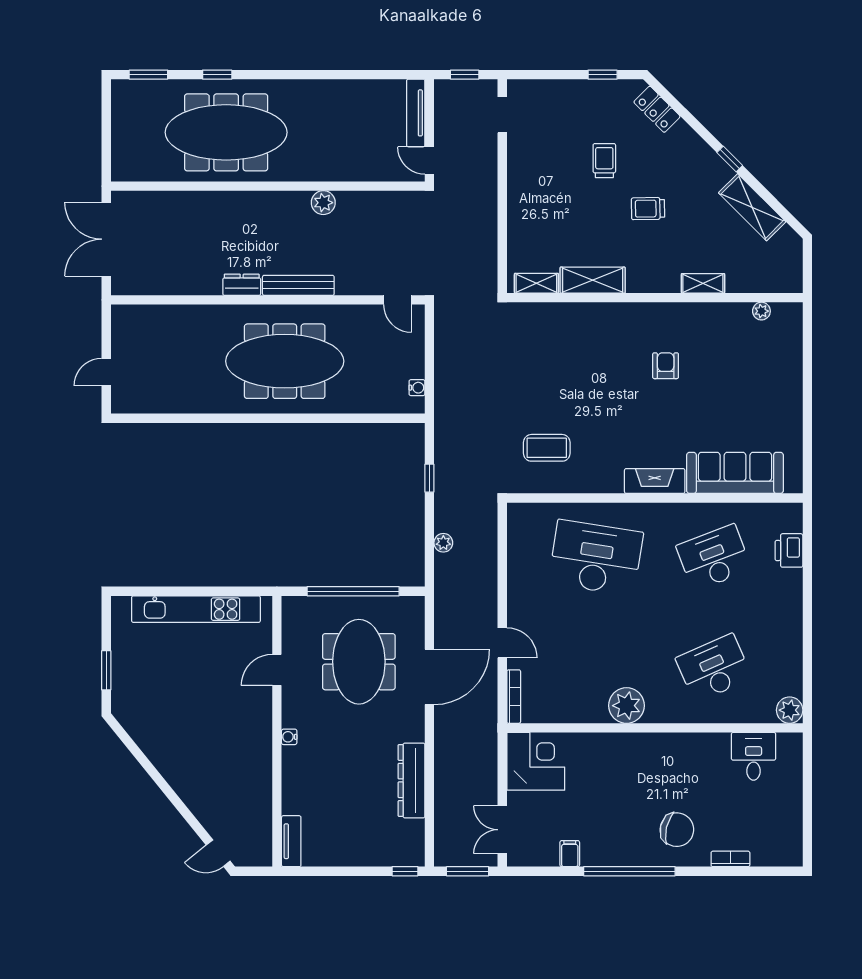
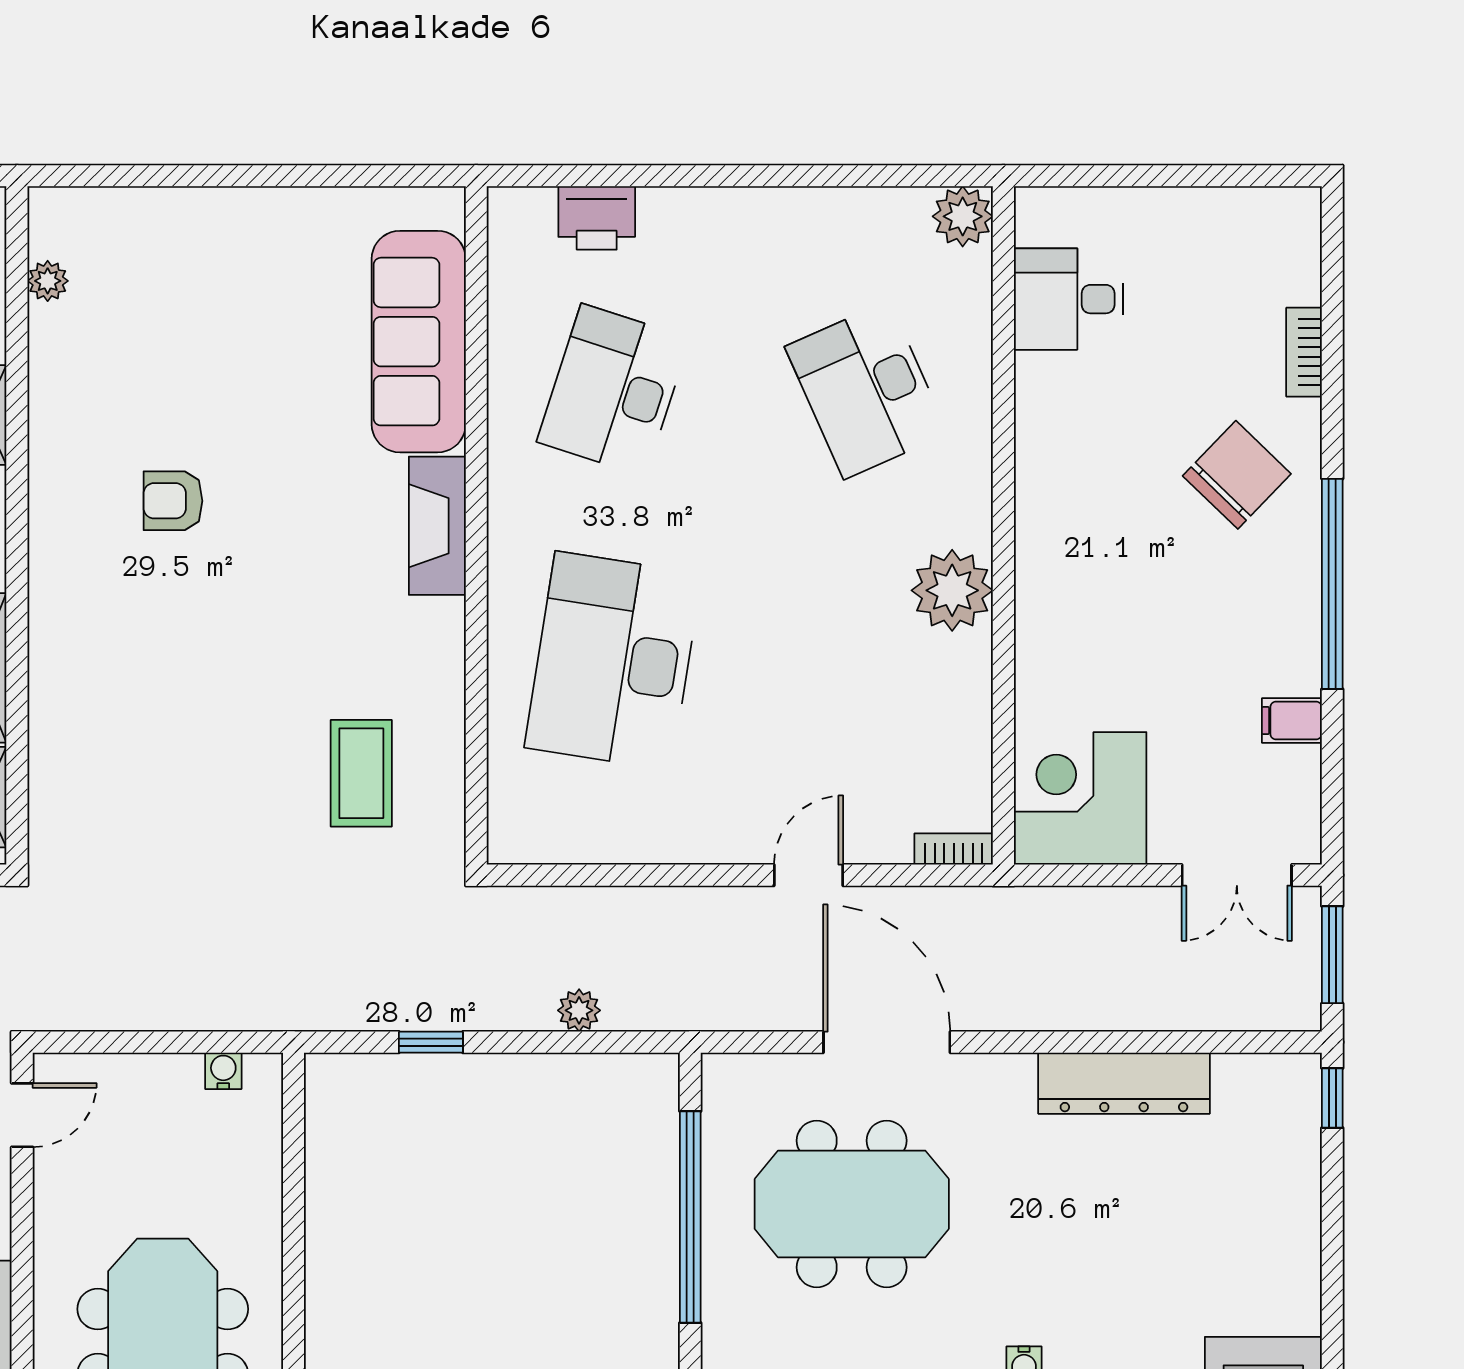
desk: (714, 558) -> (613, 390), turned 39
bookcase: (514, 697) -> (954, 849), width x0.64
chair: (677, 830) -> (1237, 475), turned 31

